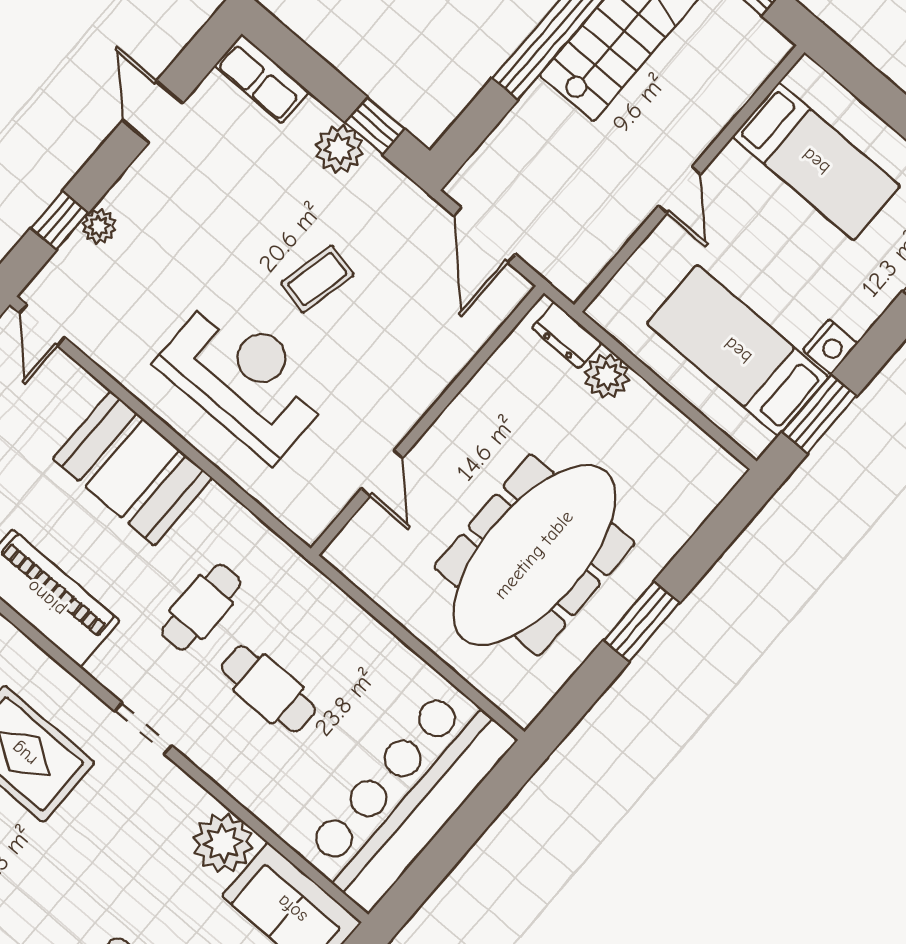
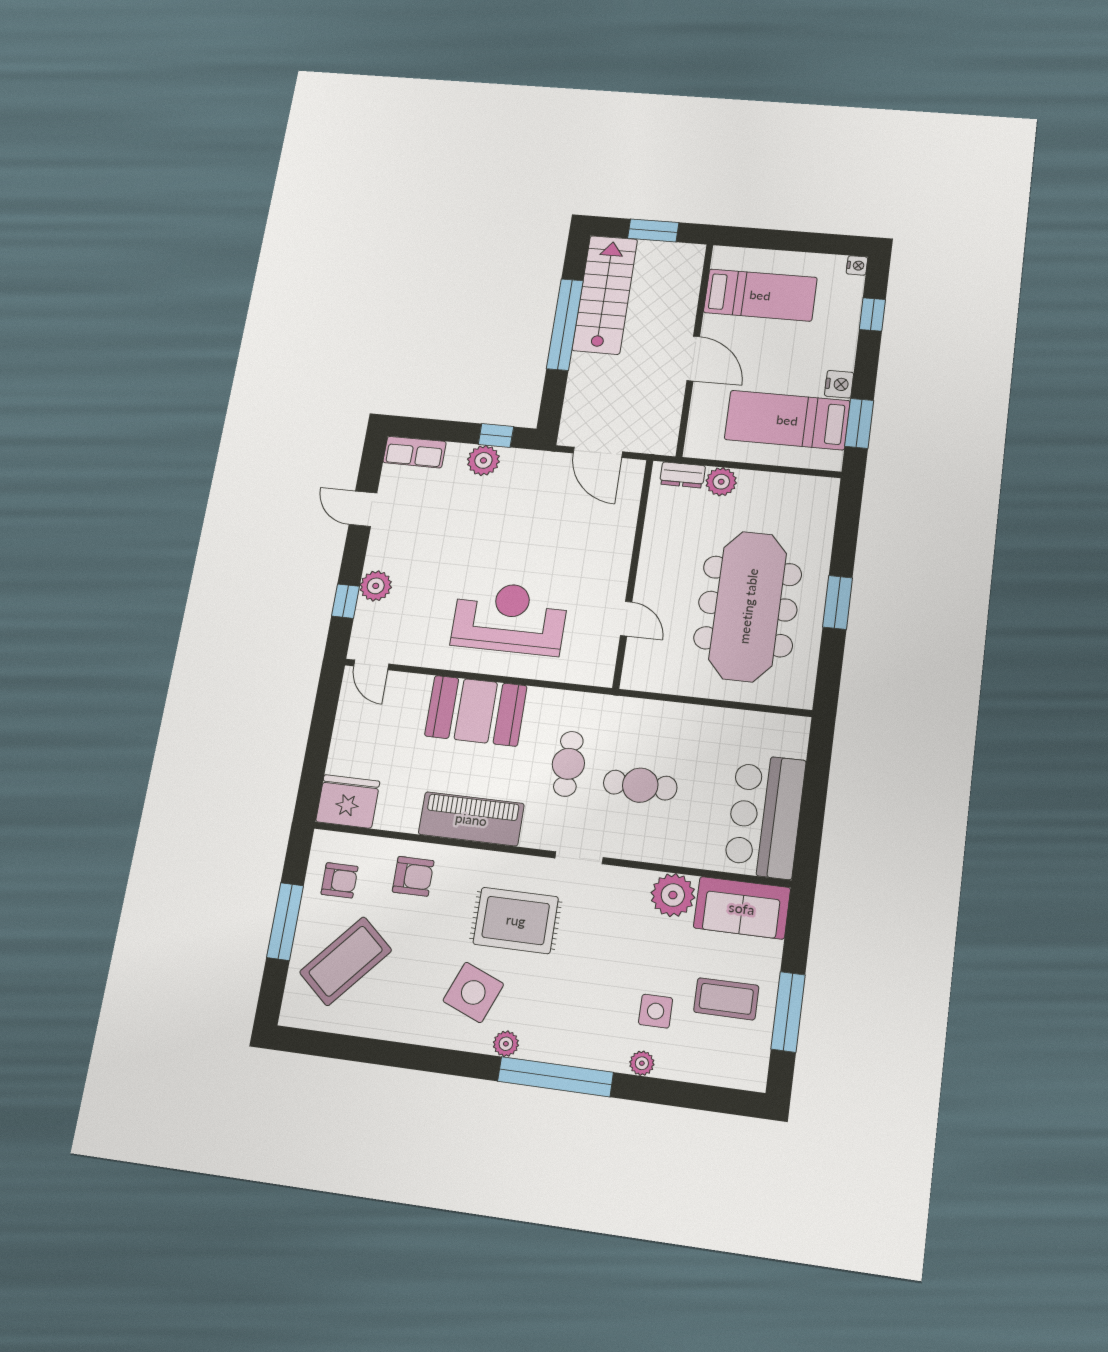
door: (680, 190) -> (693, 359), width x1.38
plant: (99, 226) -> (376, 586), width x1.38, depth x1.38
coffee table: (317, 279) -> (517, 537), removed
bar counter: (407, 797) -> (765, 816), width x0.73

